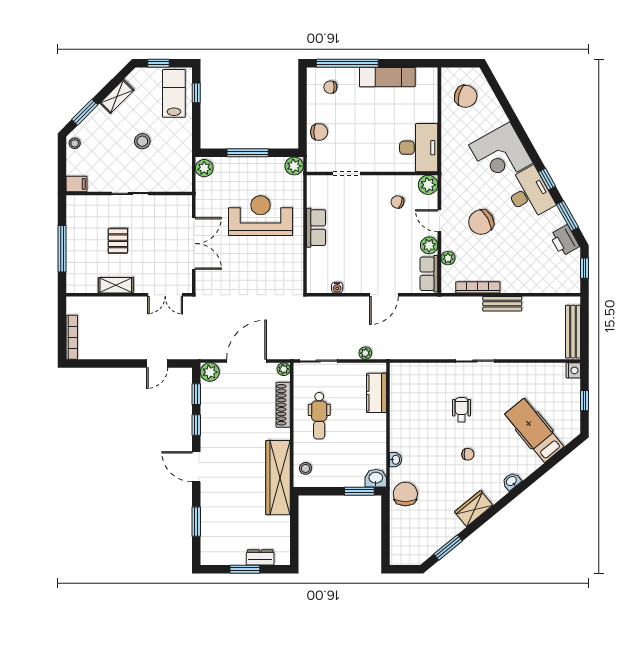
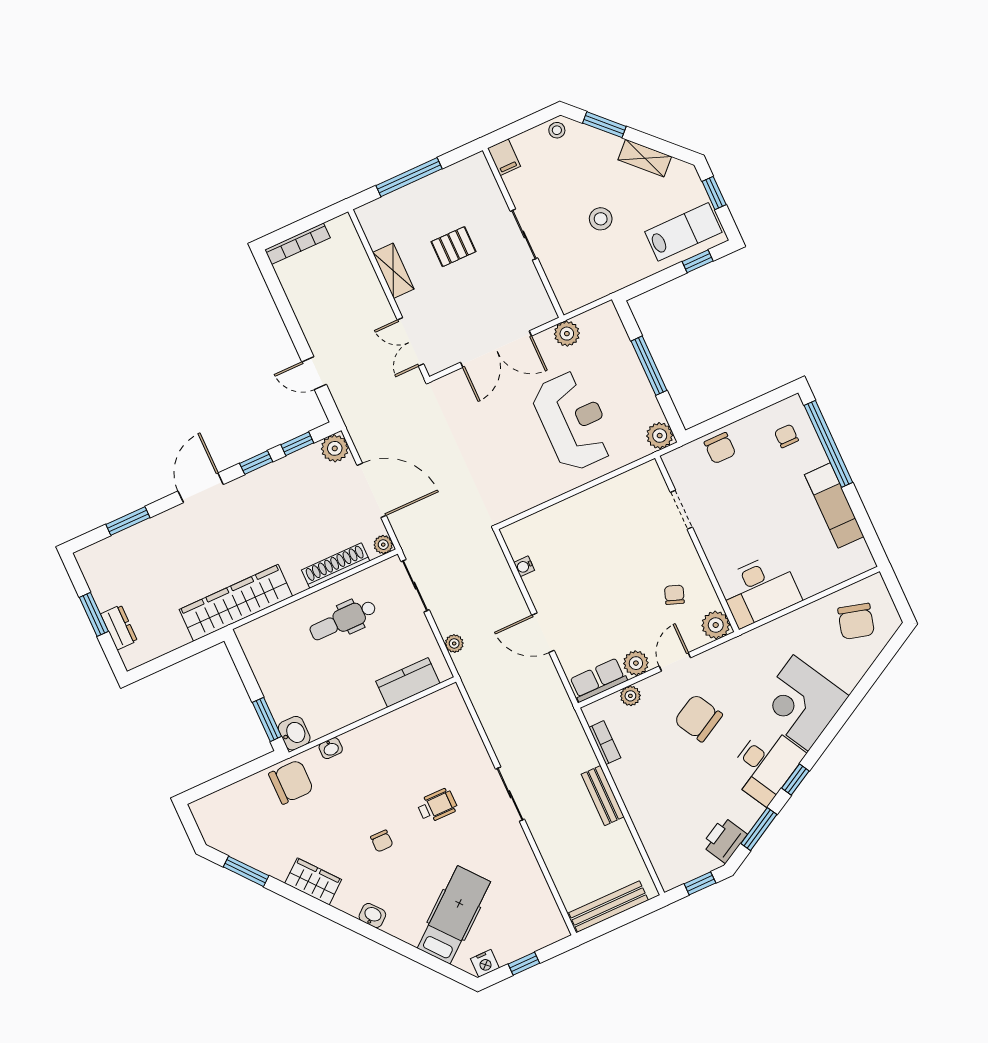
plant: (204, 168) -> (567, 334), moved
row of seats: (316, 228) -> (591, 502), removed
bookcase: (478, 287) -> (605, 743), width x0.64
nightstand: (573, 370) -> (485, 963), moved
stool: (306, 468) -> (265, 634), removed

